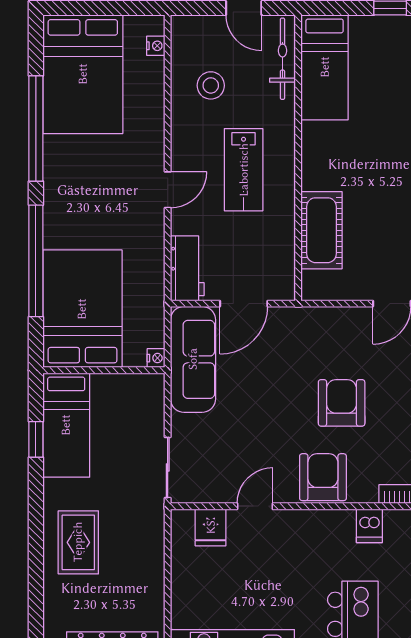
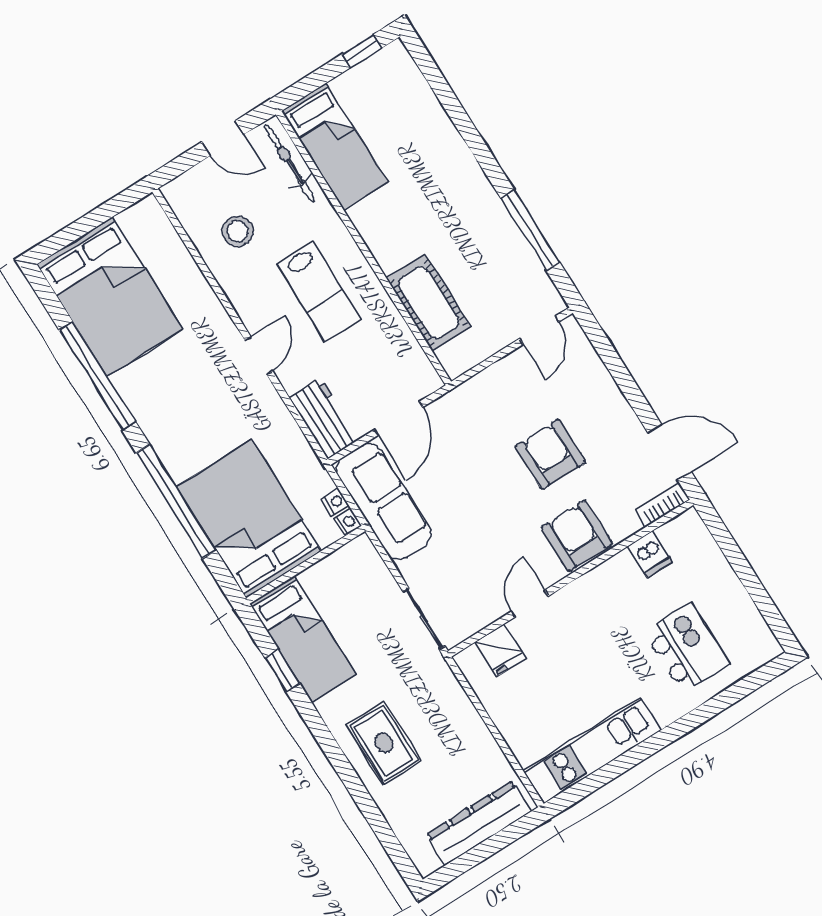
nightstand: (156, 46) -> (335, 502), moved

